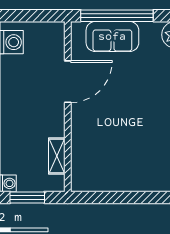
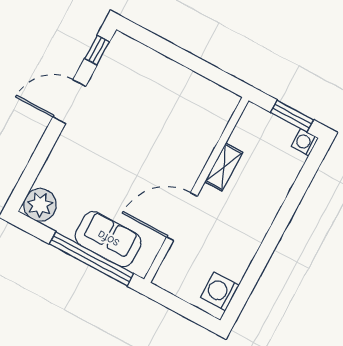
shelving: (57, 156) -> (224, 167), moved

